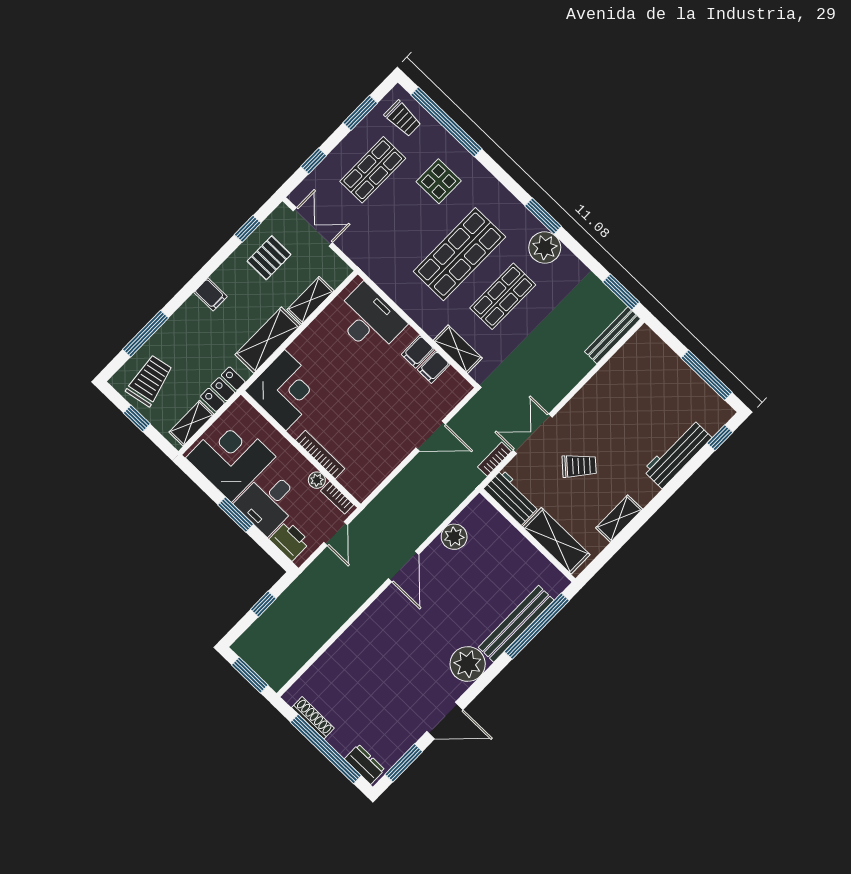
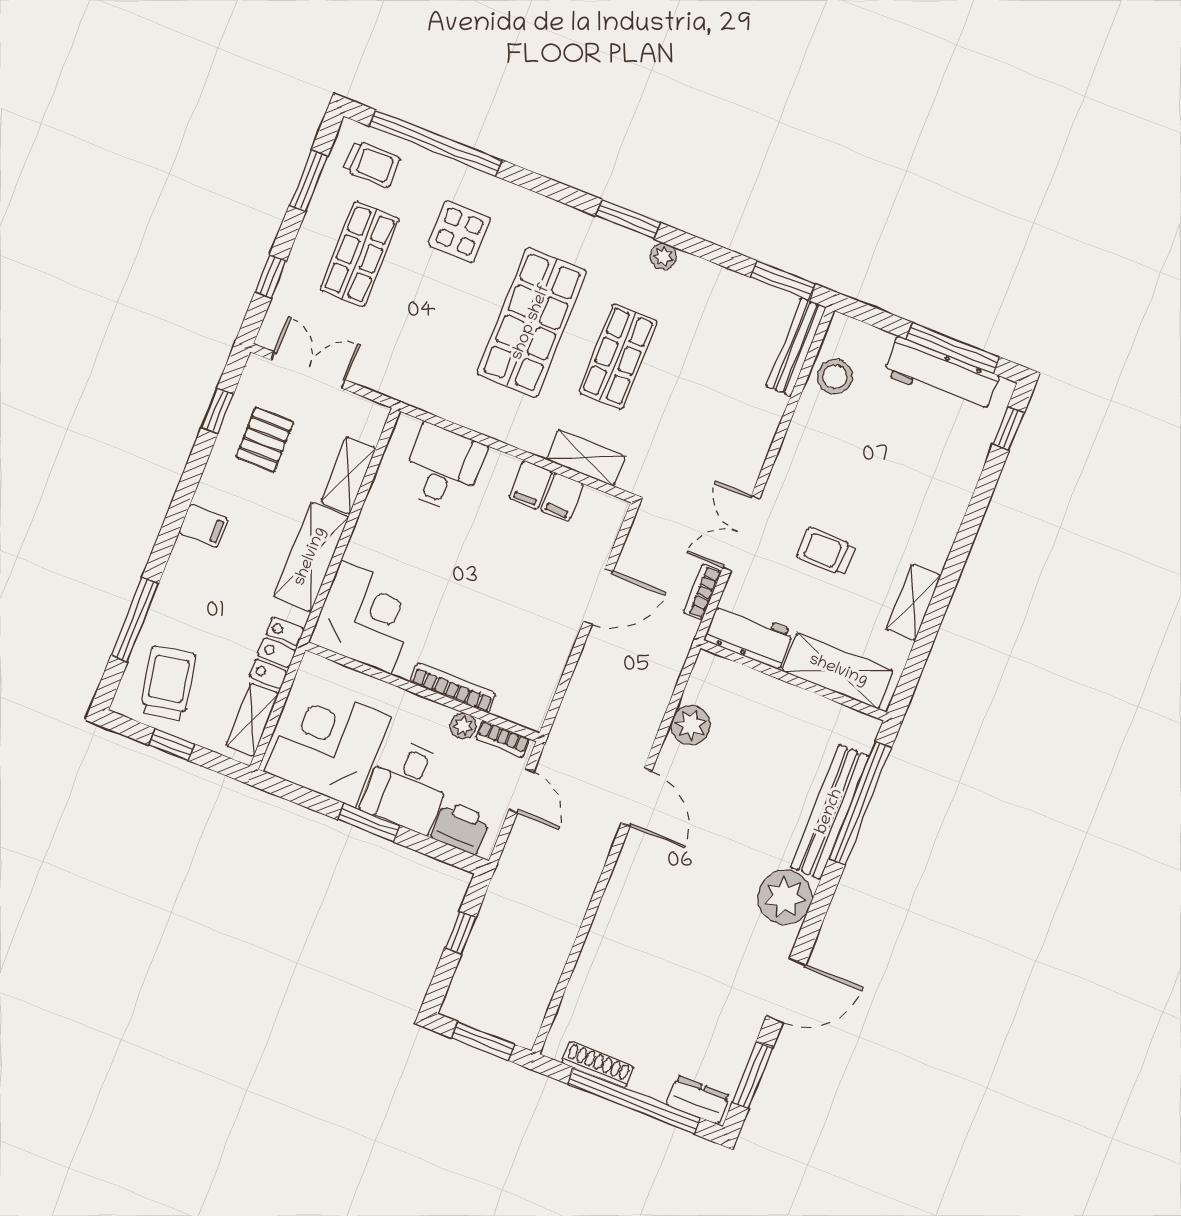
plant: (545, 248) -> (663, 256), width x0.53, depth x0.53
desk: (369, 320) -> (443, 468), width x0.73
stool: (628, 363) -> (835, 377), added
workbench: (677, 454) -> (941, 375), moved, turned -90
trolley: (579, 466) -> (826, 552), turned -132

